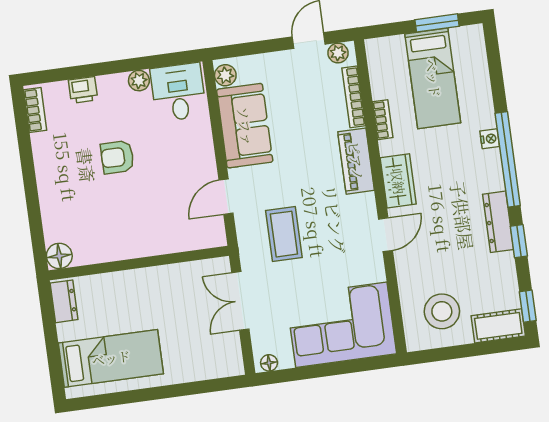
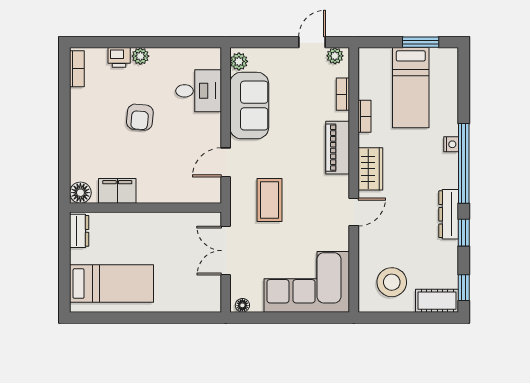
plant: (139, 81) -> (140, 56), moved
desk: (178, 92) -> (199, 91), moved, turned 90
bookcase: (354, 97) -> (343, 94), width x0.64
armchair: (117, 157) -> (140, 117), turned -85
filing cabinet: (103, 248) -> (117, 191), added

